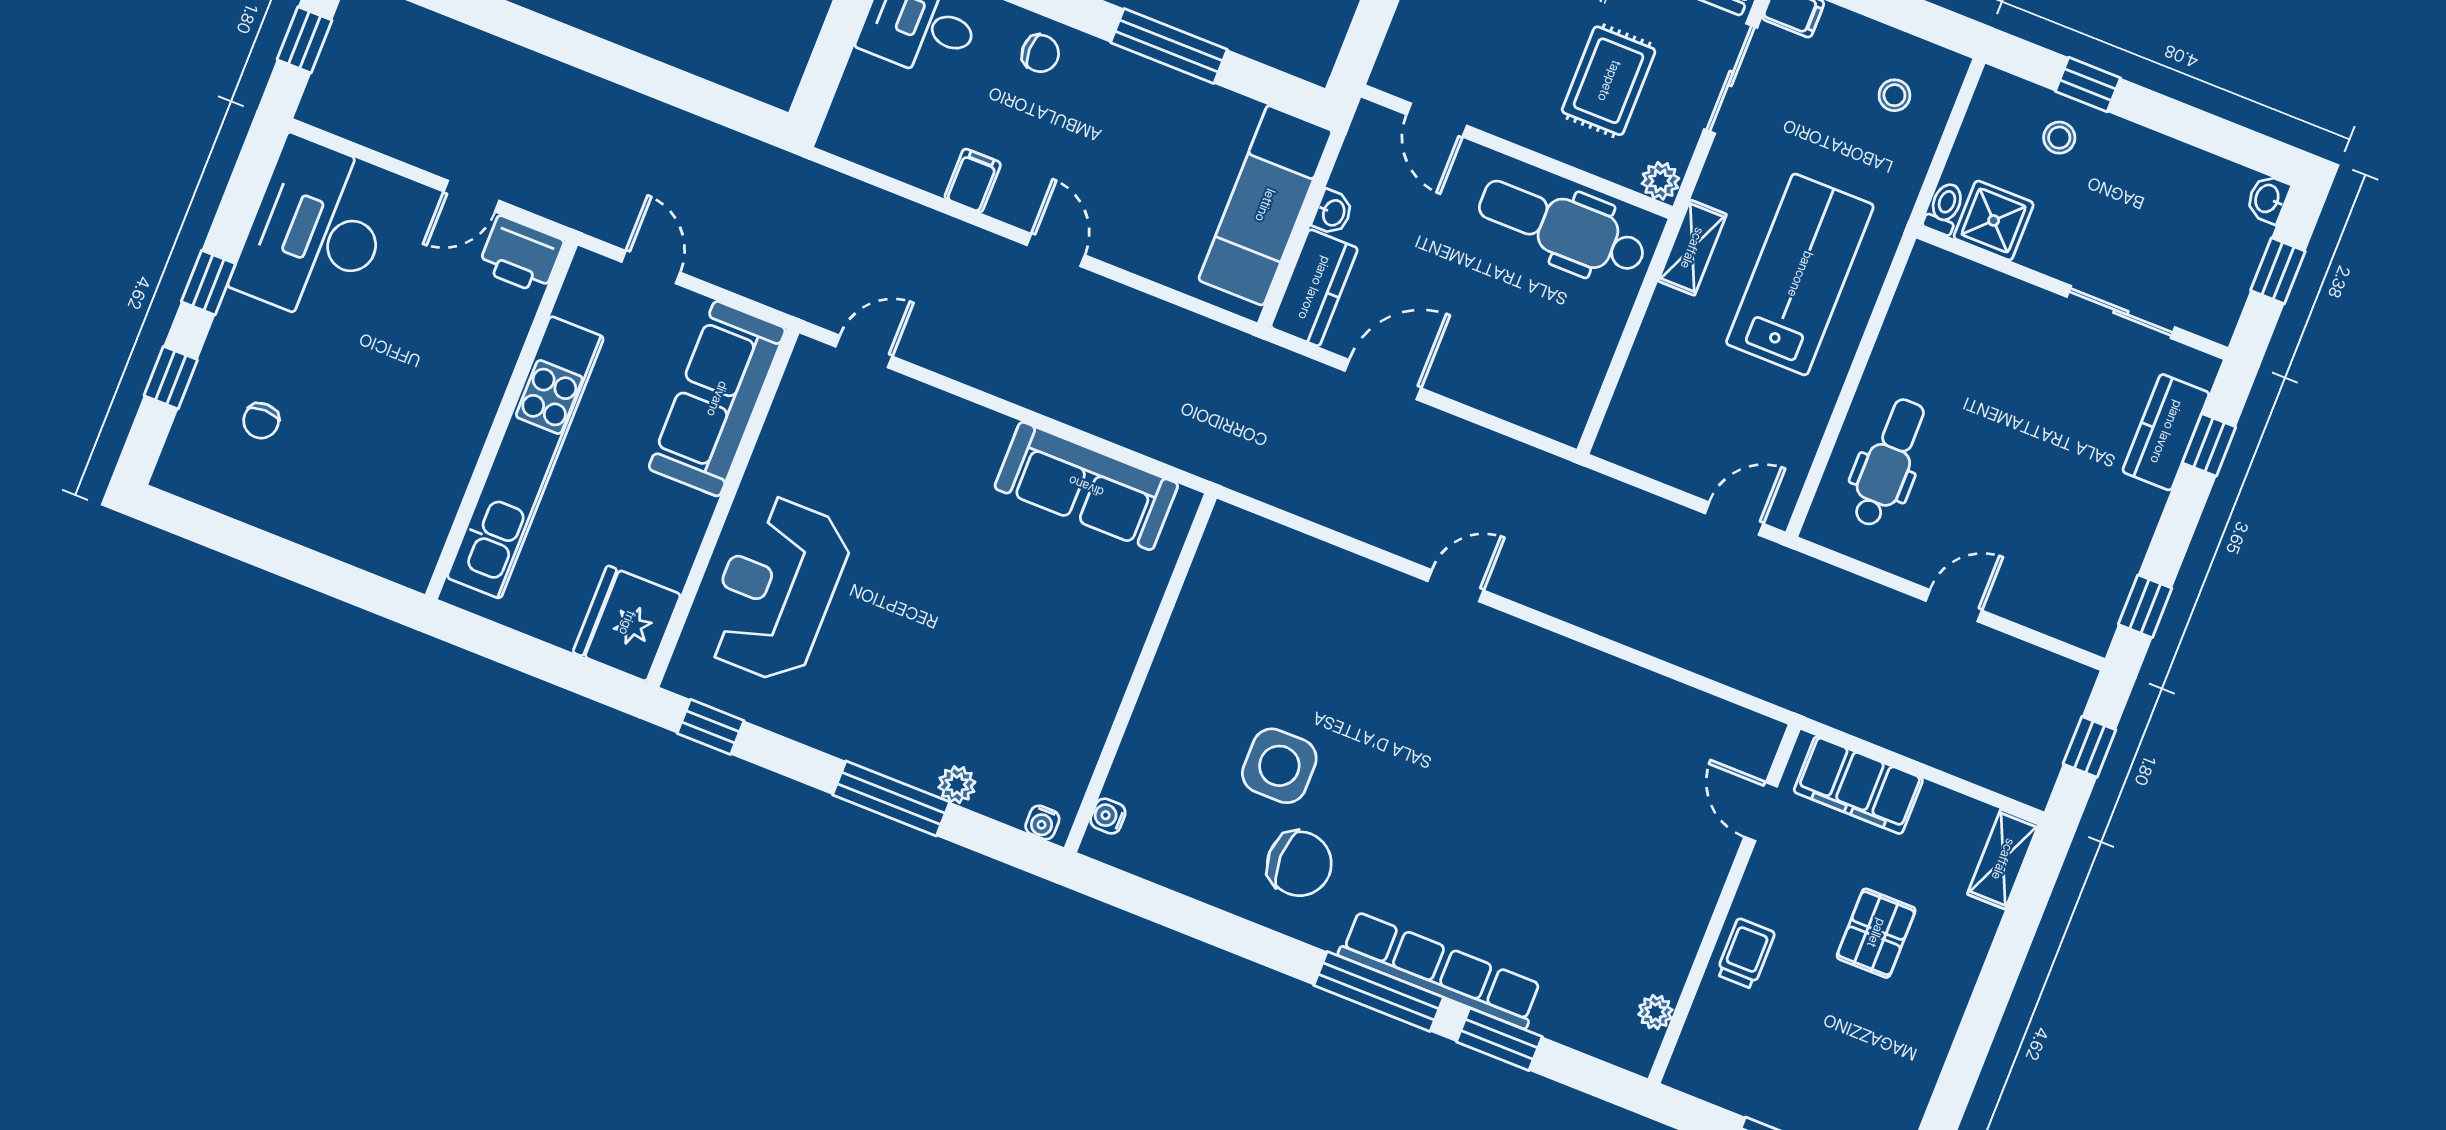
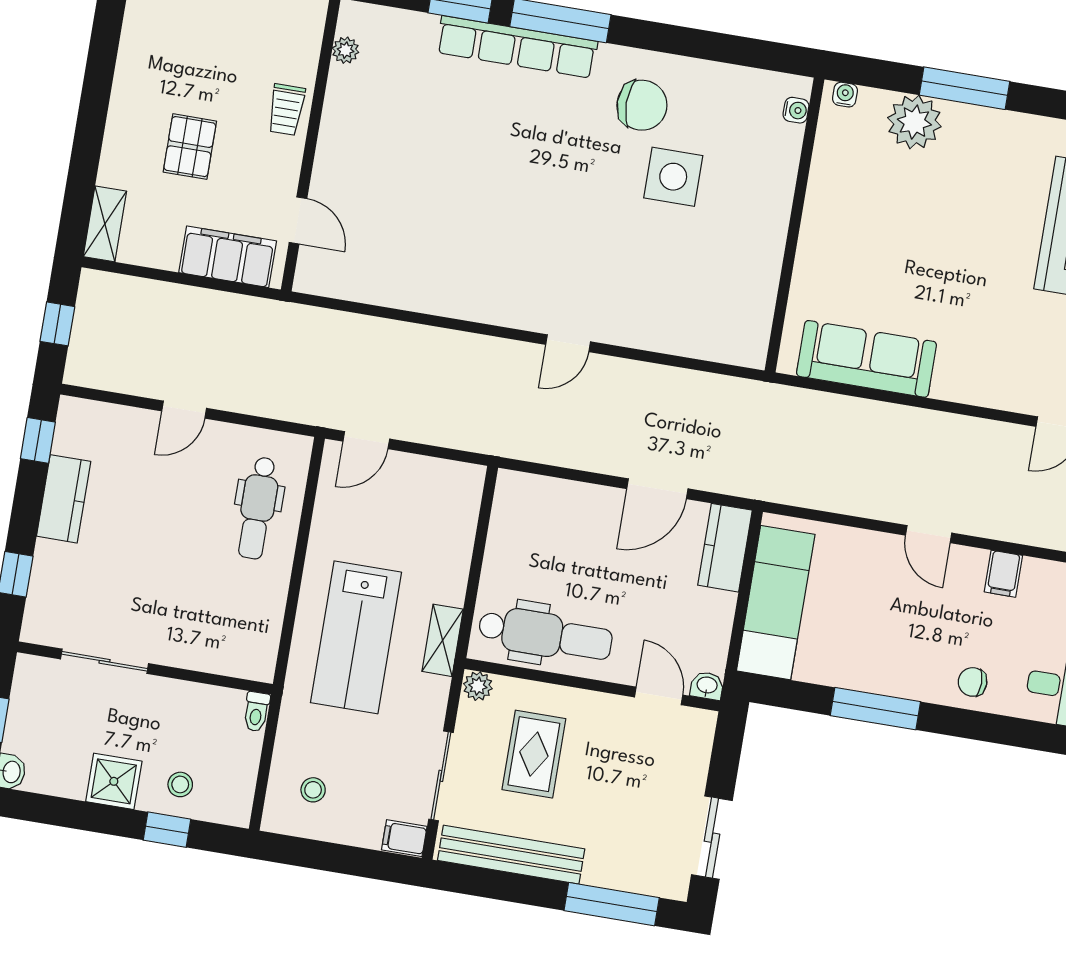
washbasin: (1333, 212) -> (707, 686), moved, turned 90
shower: (1994, 220) -> (114, 781), moved
kitchen counter: (2166, 432) -> (64, 499), moved
plant: (957, 785) -> (914, 122), width x1.88, depth x1.88
chair: (1299, 864) -> (642, 105), turned 180

